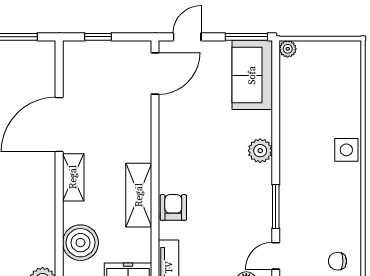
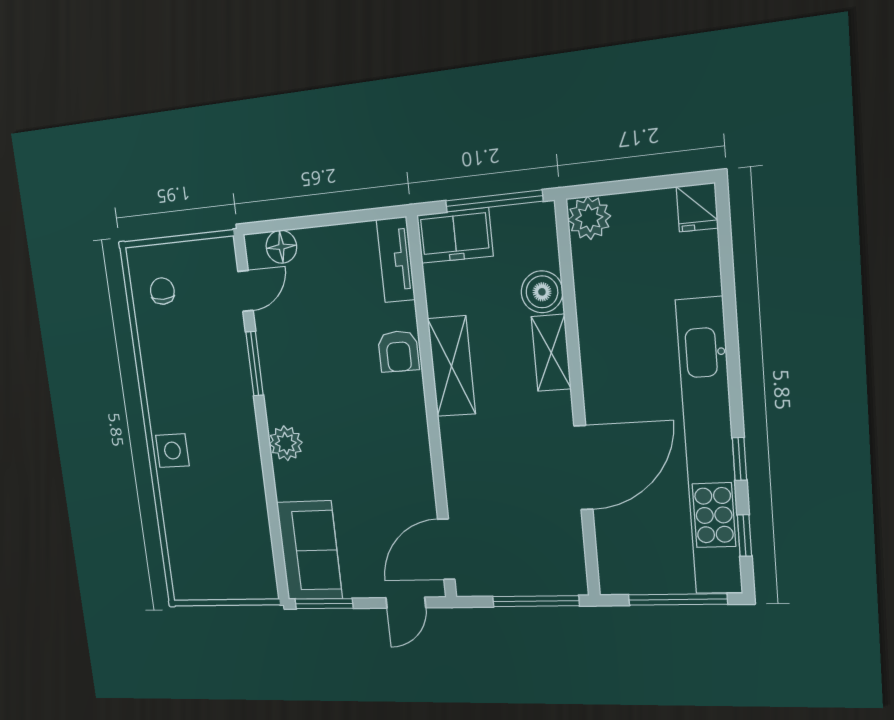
window: (98, 37) -> (536, 601), width x2.17
plant: (288, 49) -> (267, 588), removed
shelving: (73, 177) -> (551, 353), moved
boiler: (80, 243) -> (542, 292), width x0.73, depth x0.73
chair: (337, 261) -> (162, 291), turned -92

